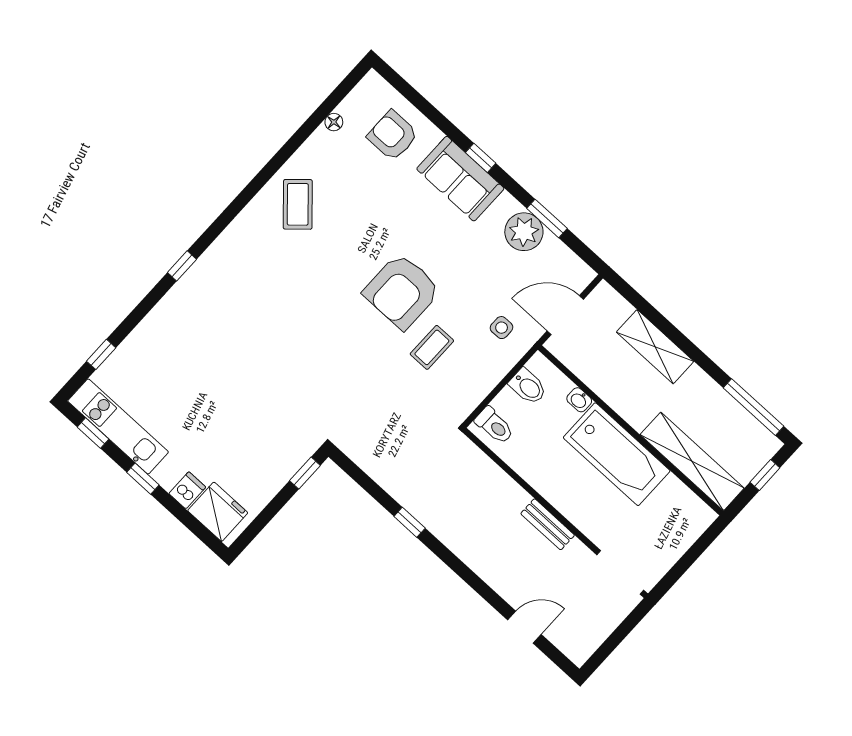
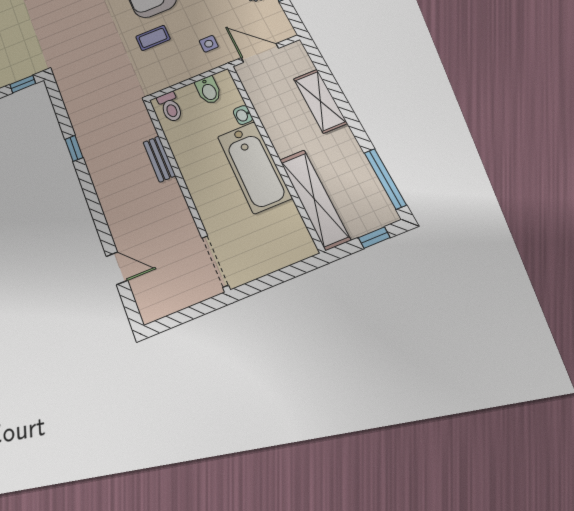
bench: (548, 524) -> (159, 159), moved

